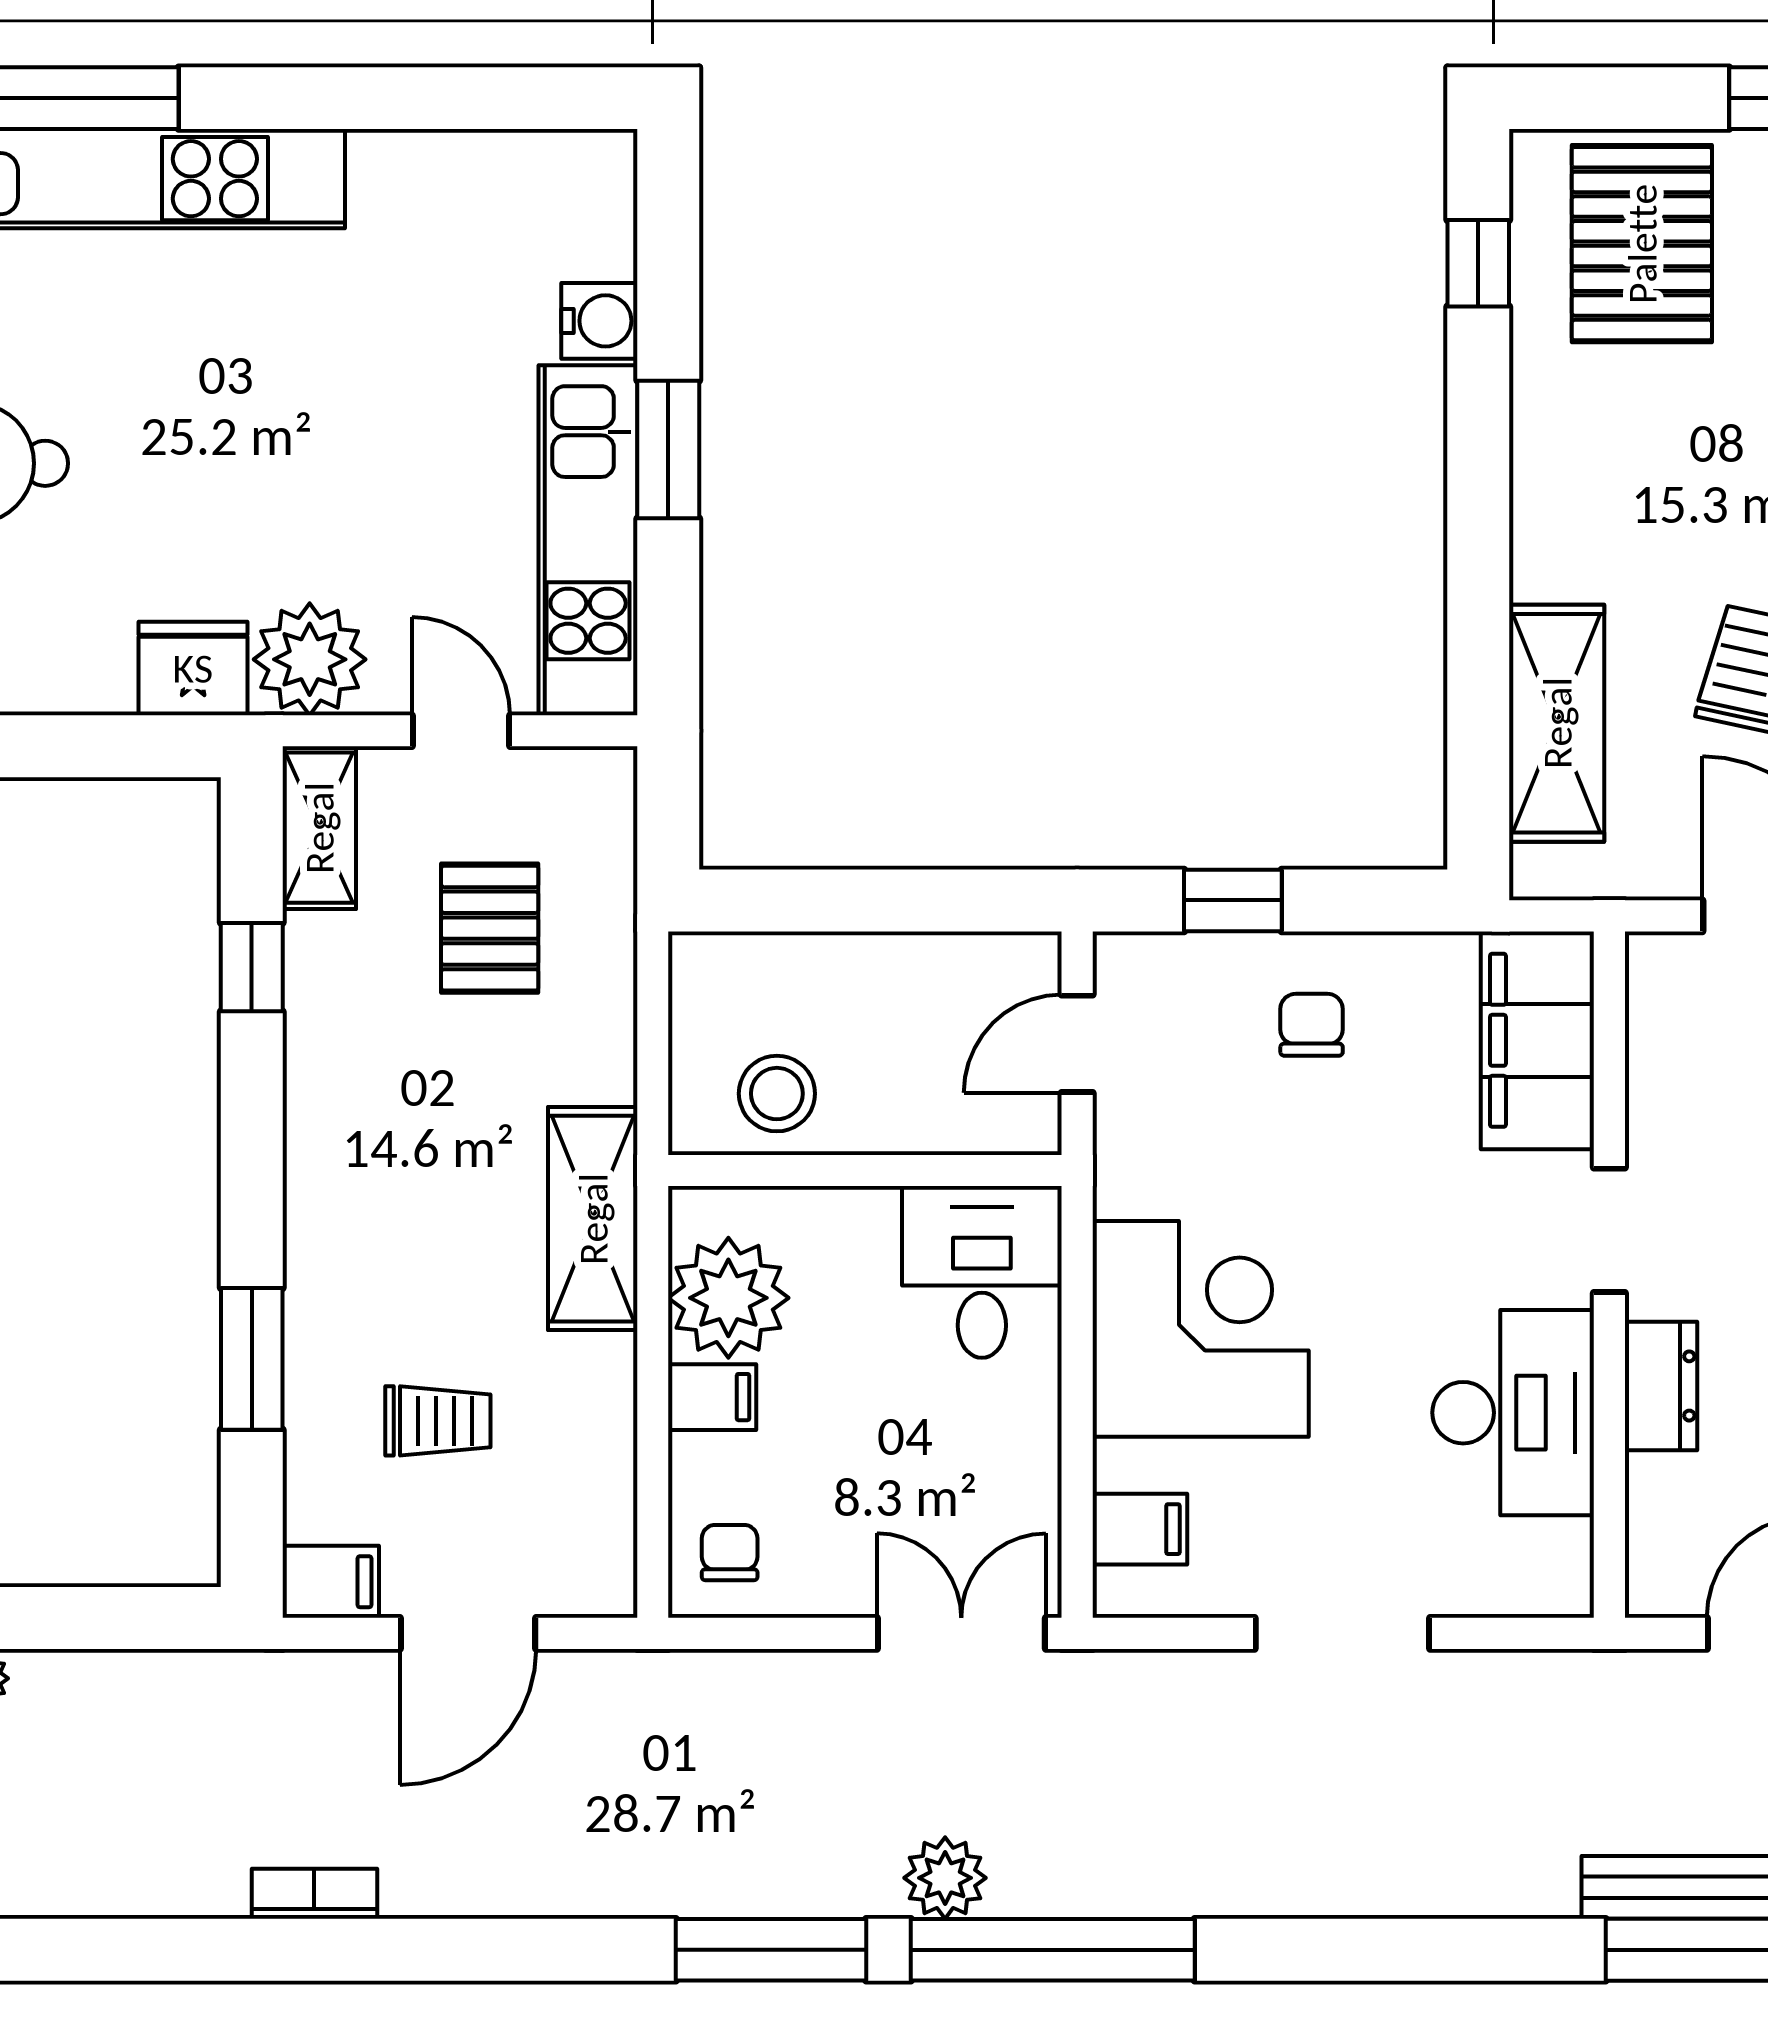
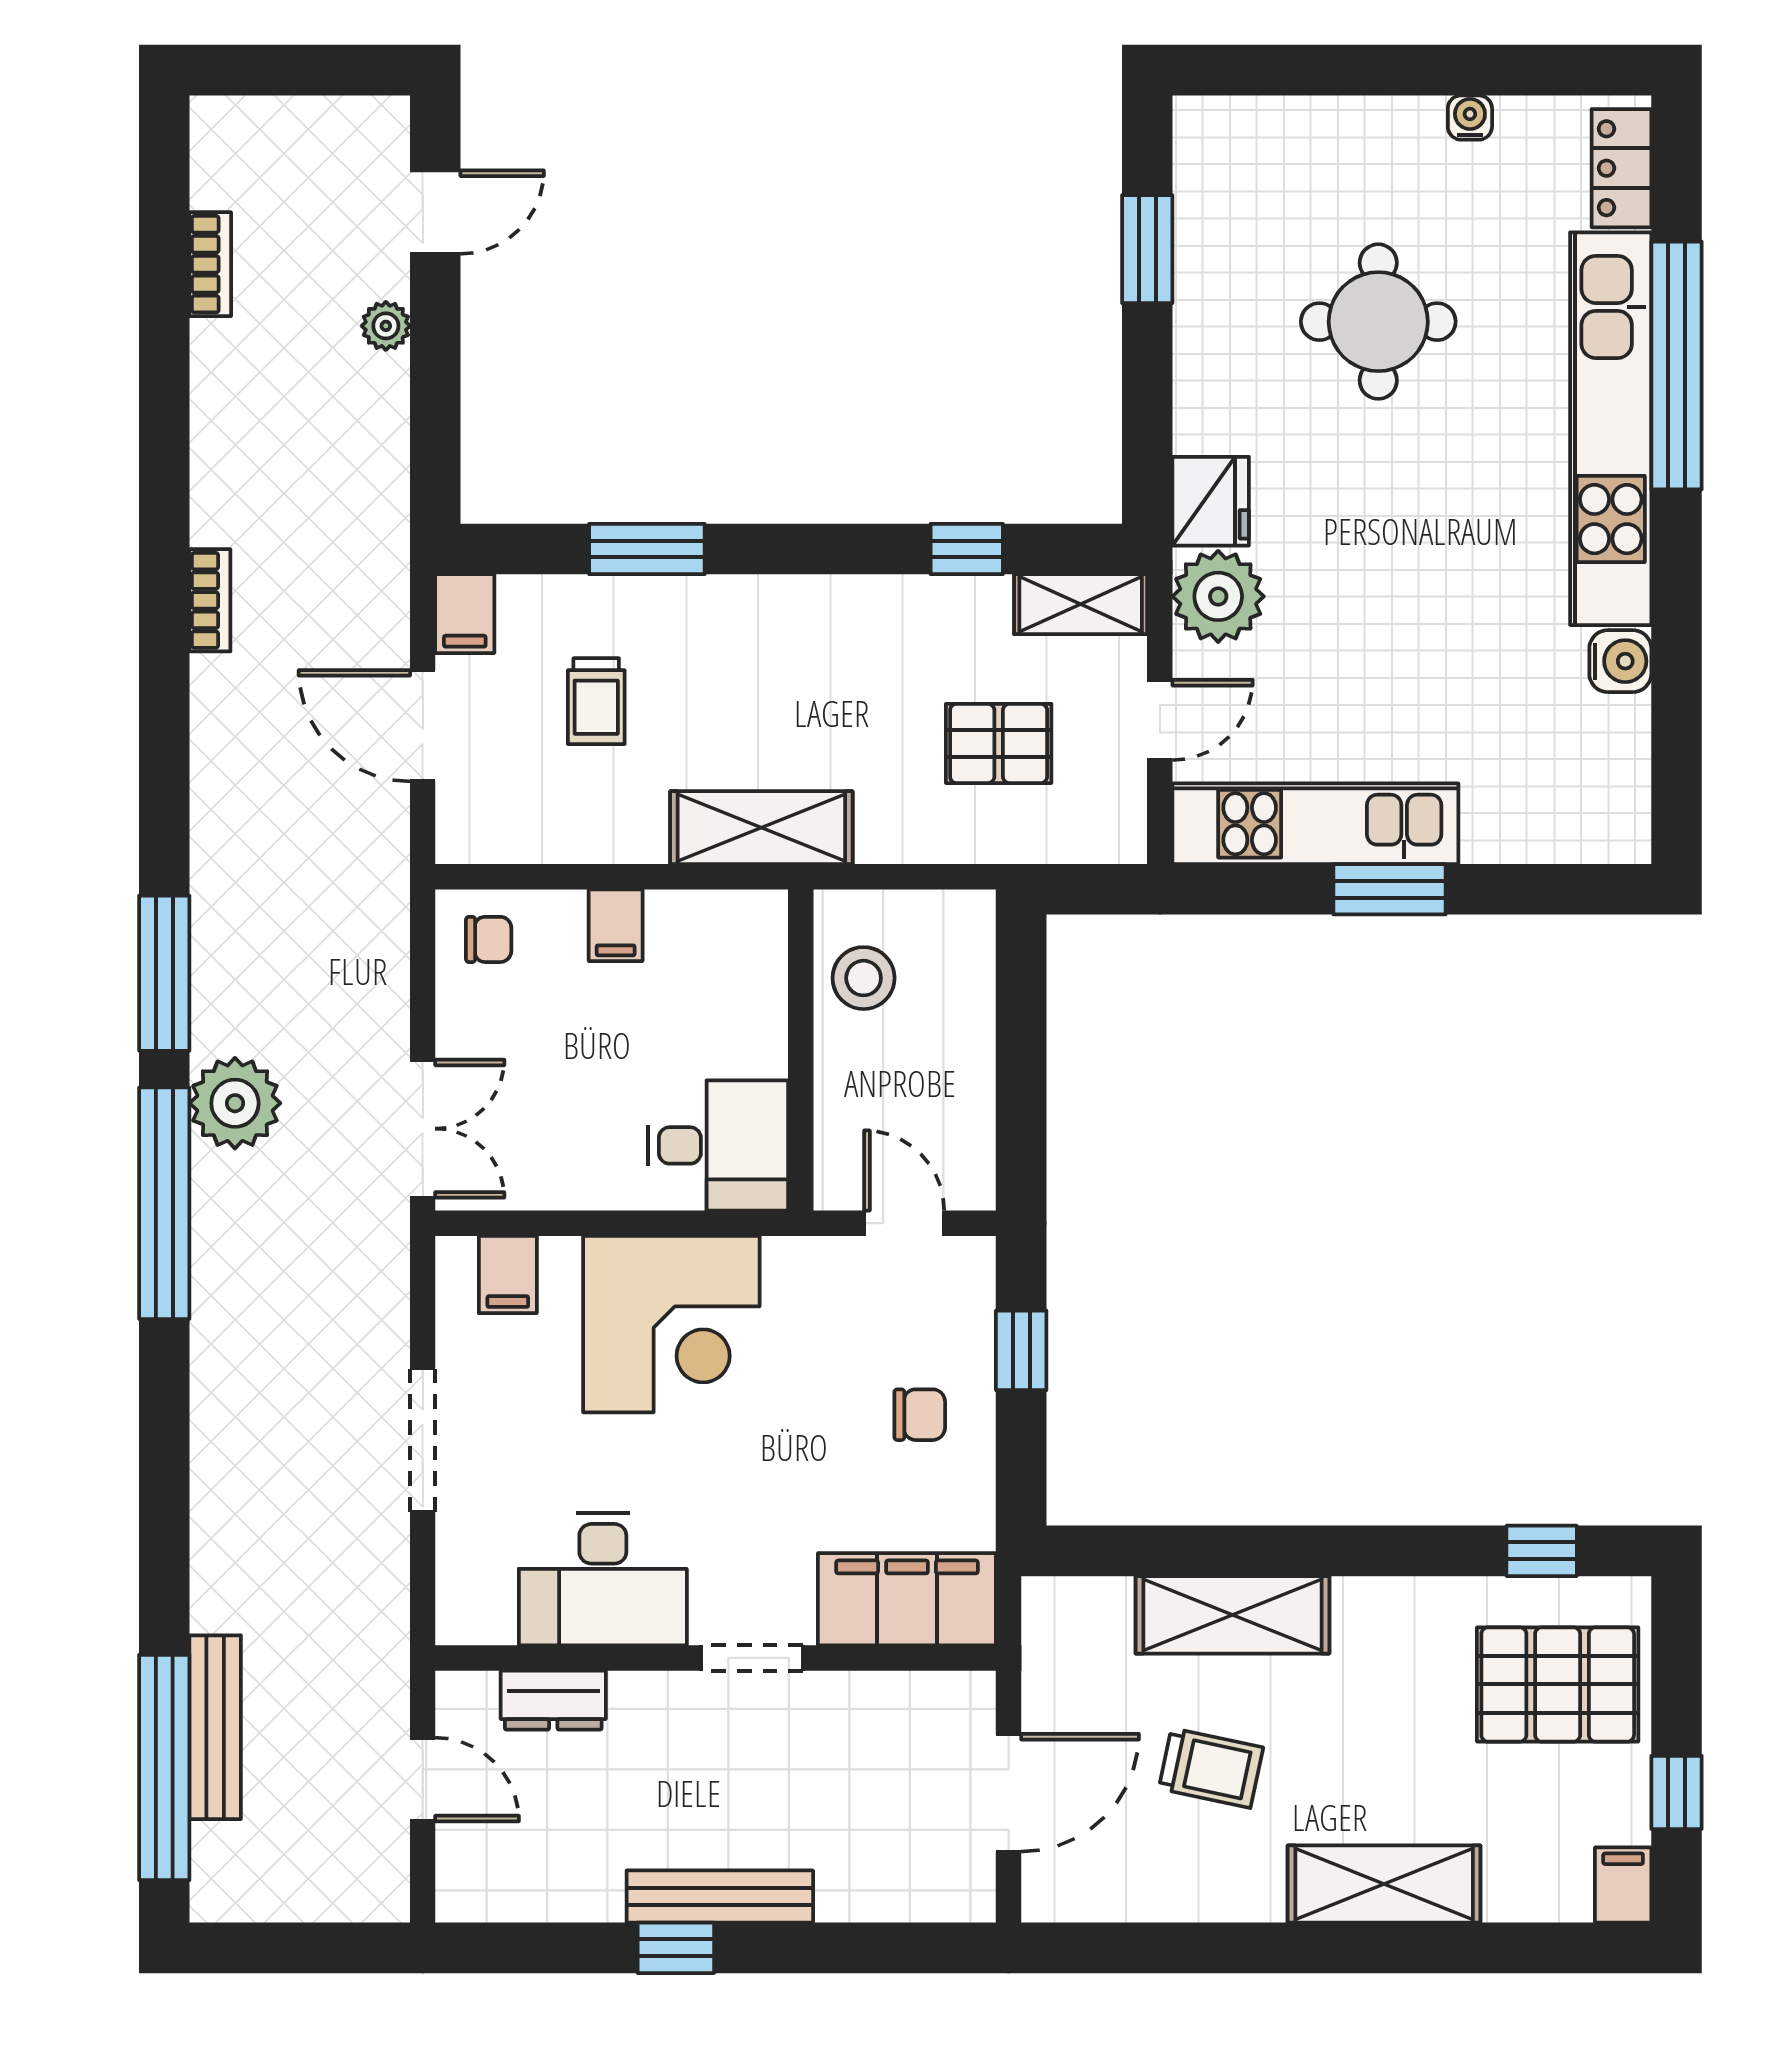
water cooler: (599, 321) -> (1620, 661), moved, turned -90
shelving: (1557, 723) -> (1232, 1615), moved
plant: (728, 1298) -> (697, 938), removed
dresser: (1661, 1386) -> (553, 1700), moved
plant: (945, 1878) -> (235, 1103), width x1.36, depth x1.36

